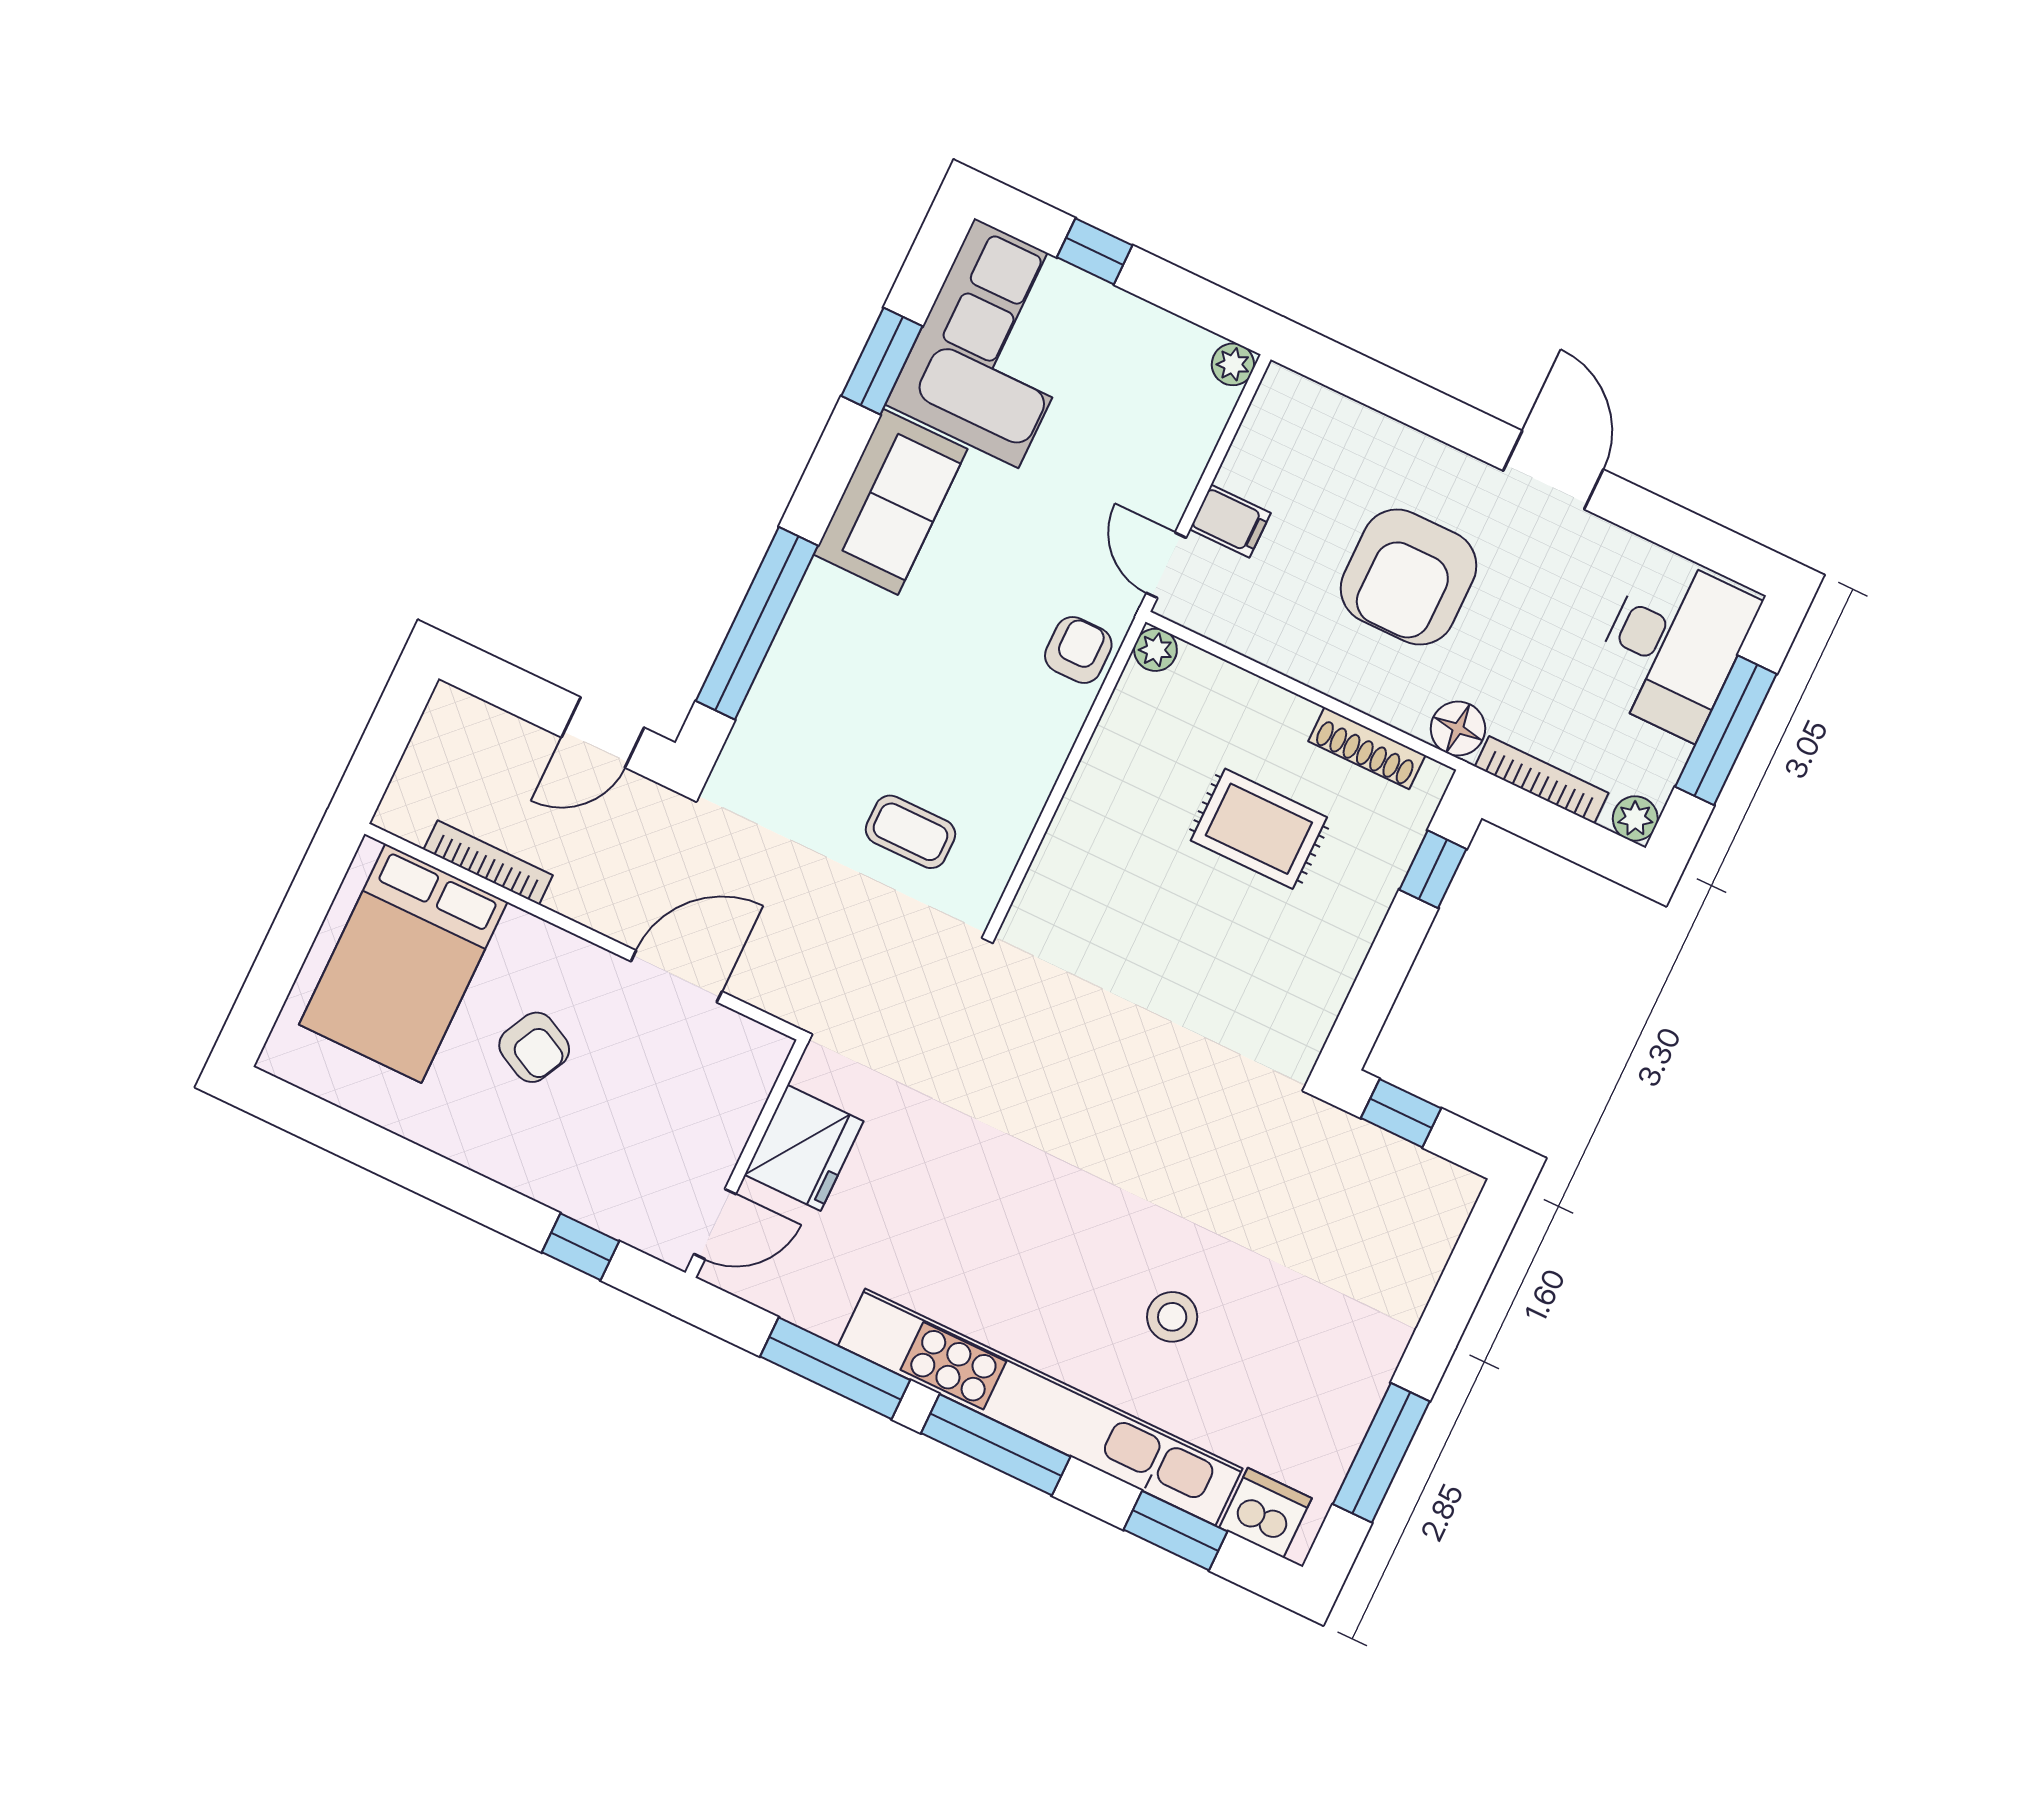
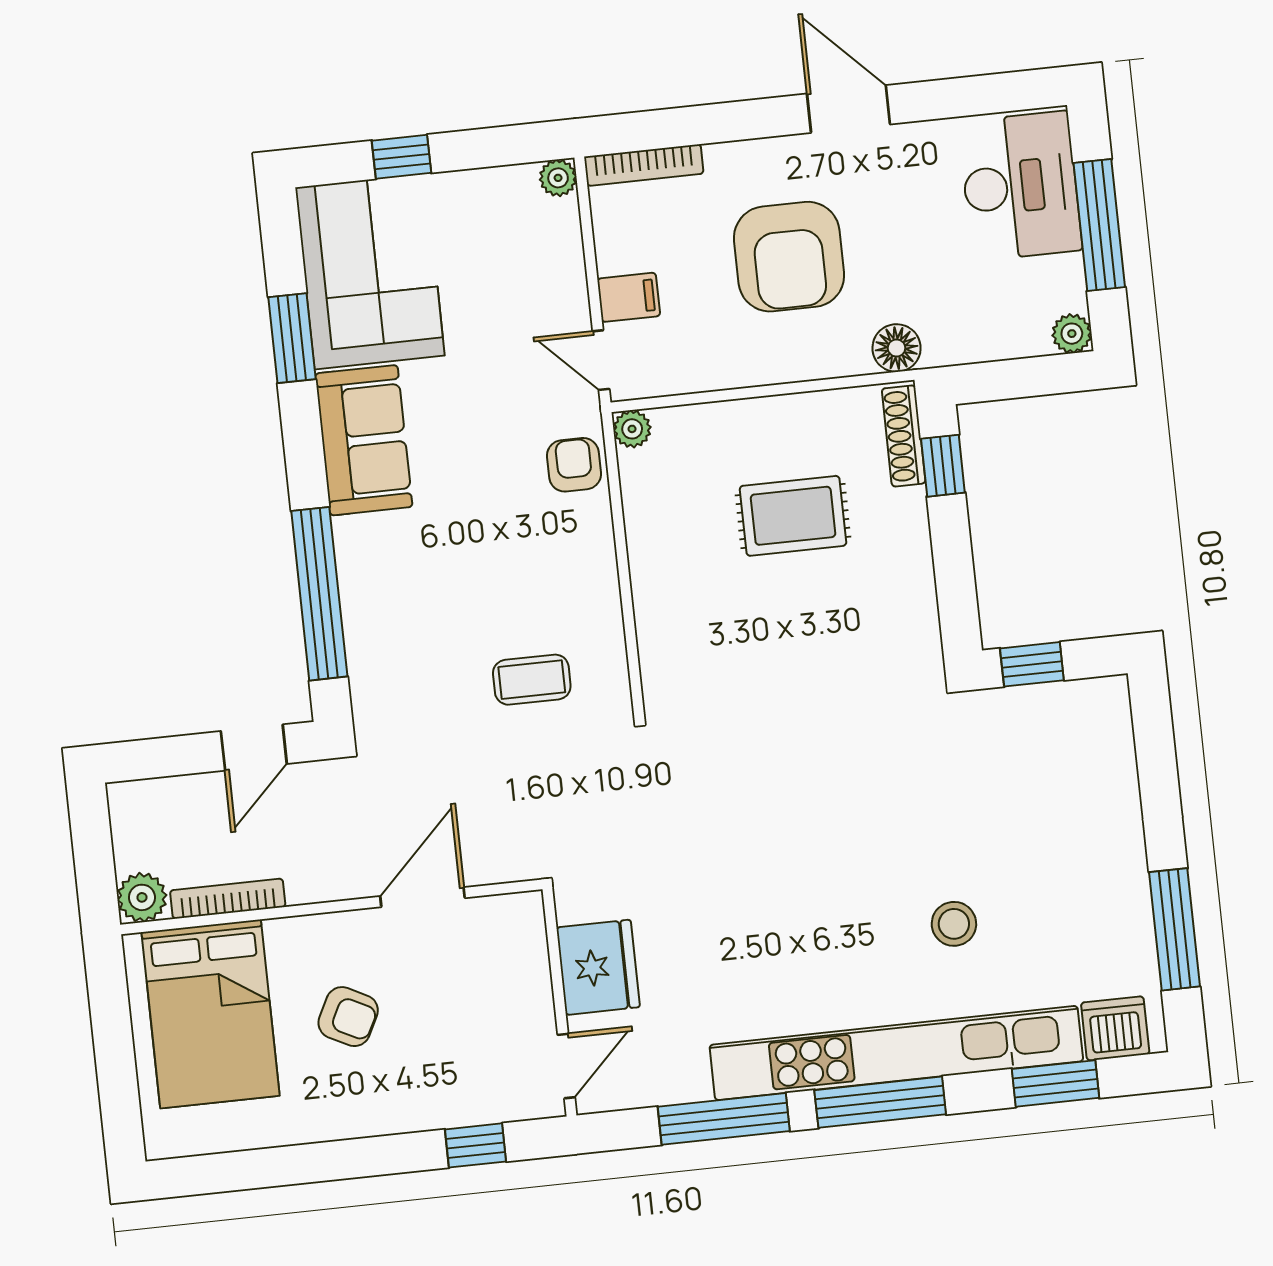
shoe rack: (1367, 748) -> (904, 436), moved, turned 90
bookcase: (1542, 780) -> (644, 165), moved, turned 180
plant: (406, 811) -> (142, 897), added

